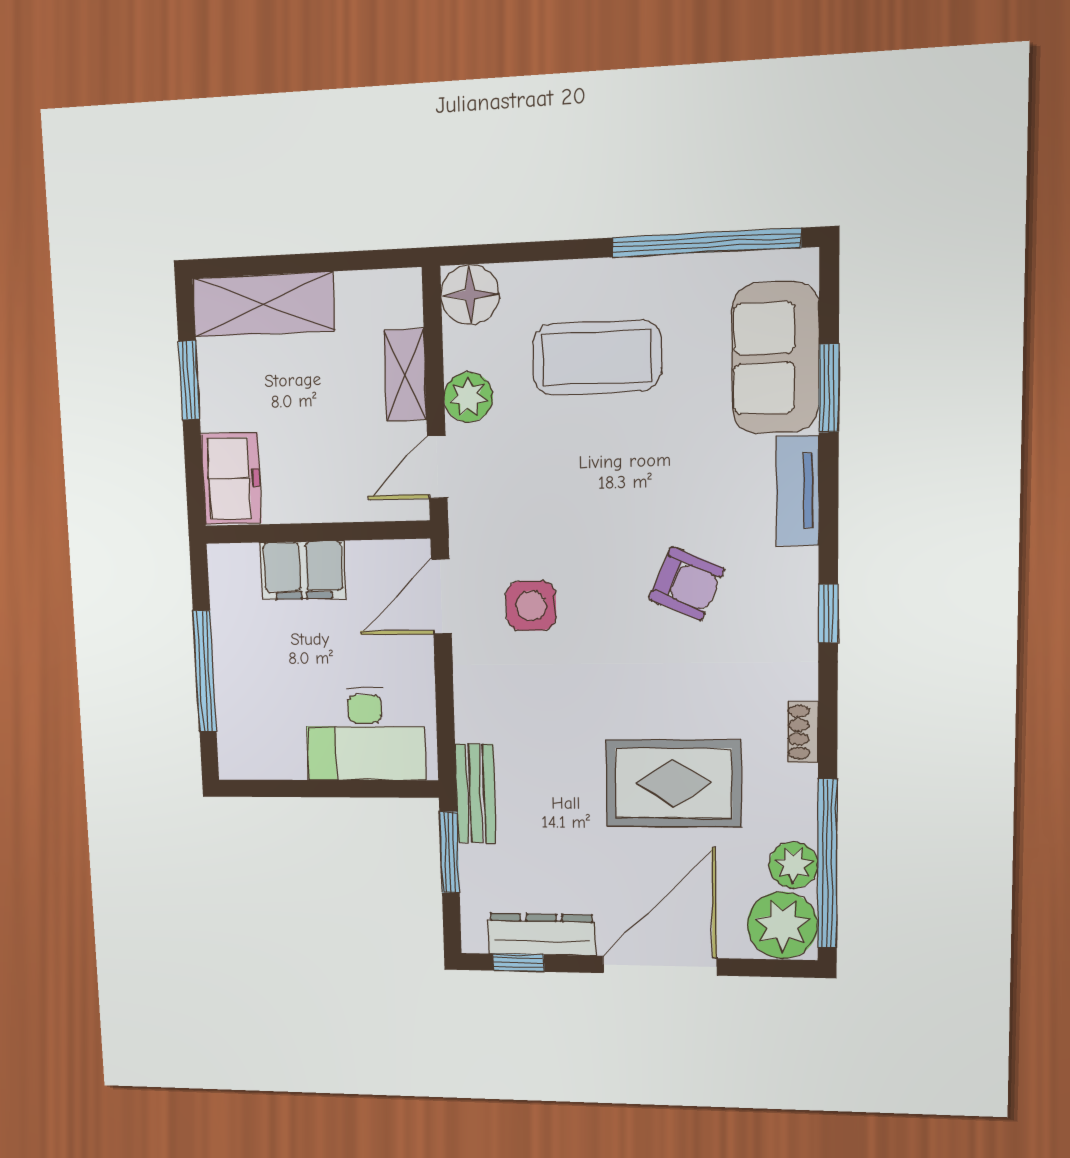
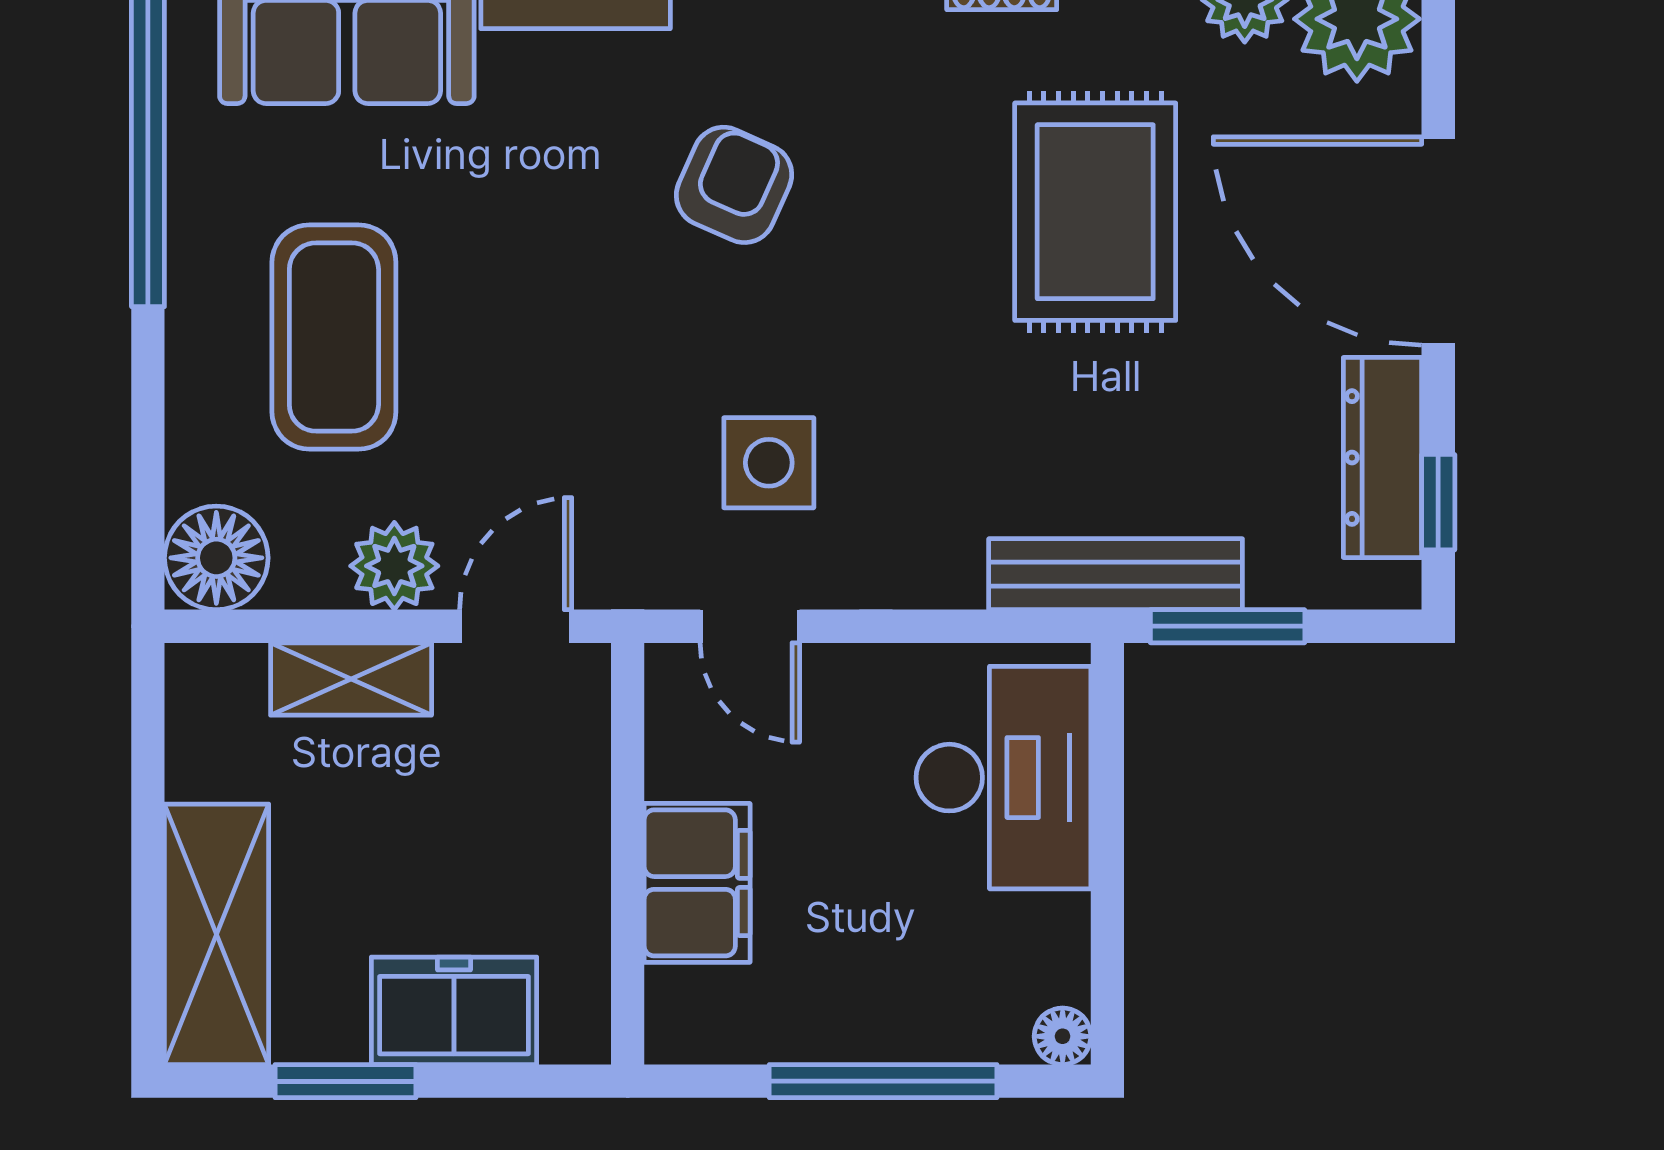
door: (437, 467) -> (516, 626), swing flipped
freezer: (231, 478) -> (454, 1011), moved
door: (441, 597) -> (750, 626), width x0.73
floor lamp: (233, 765) -> (1063, 1036), added
bench: (475, 794) -> (1116, 574), width x1.36

